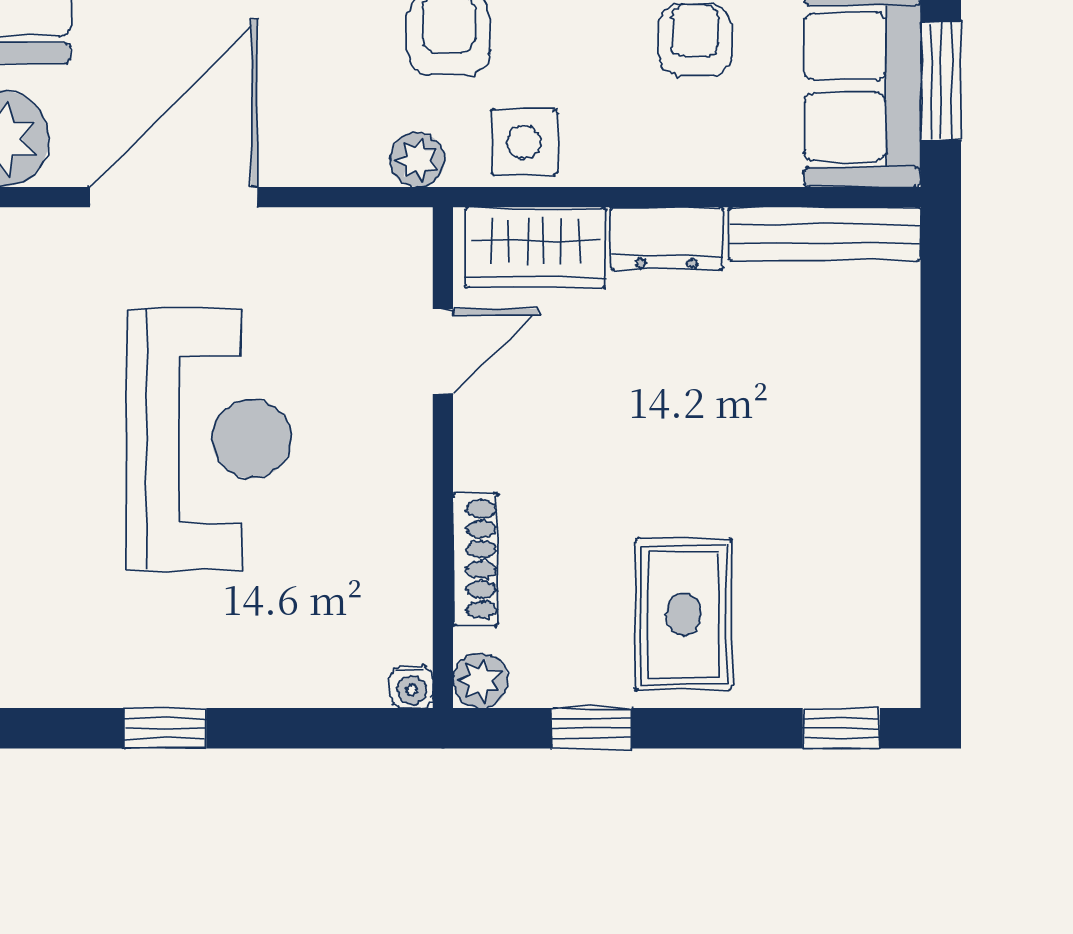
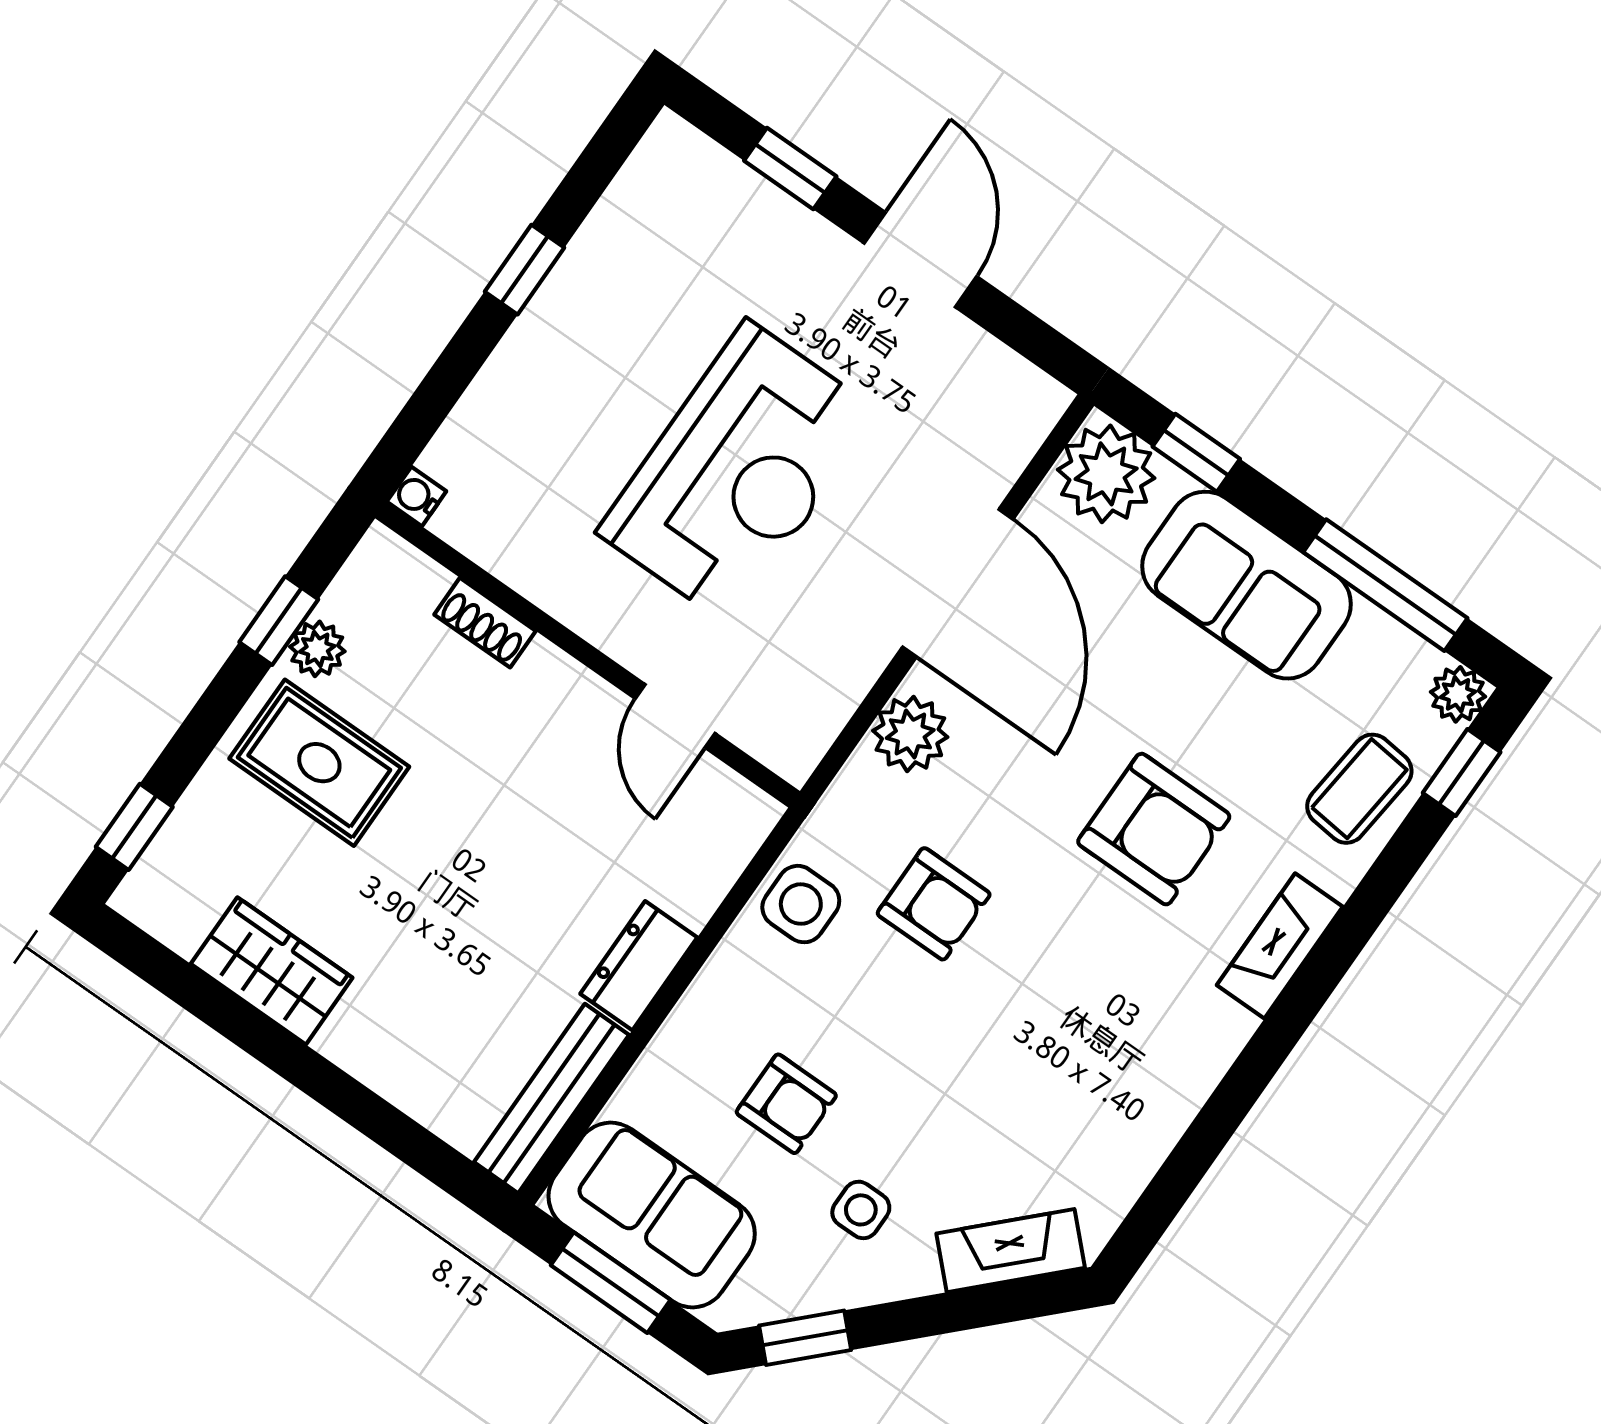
plant: (417, 160) -> (910, 734), moved, width x1.38, depth x1.38
wardrobe: (535, 248) -> (272, 971), moved, turned 90
reception desk: (209, 439) -> (738, 472), turned -90
shoe rack: (475, 559) -> (485, 623), width x0.70
plant: (480, 681) -> (317, 649), moved

